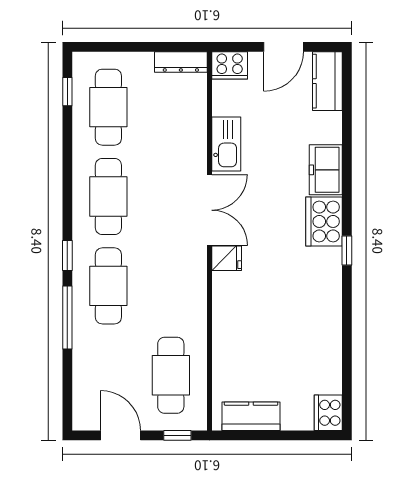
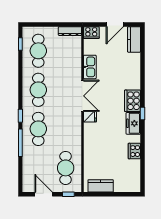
freezer: (326, 170) -> (133, 123), moved
cooker: (328, 413) -> (134, 151), moved

